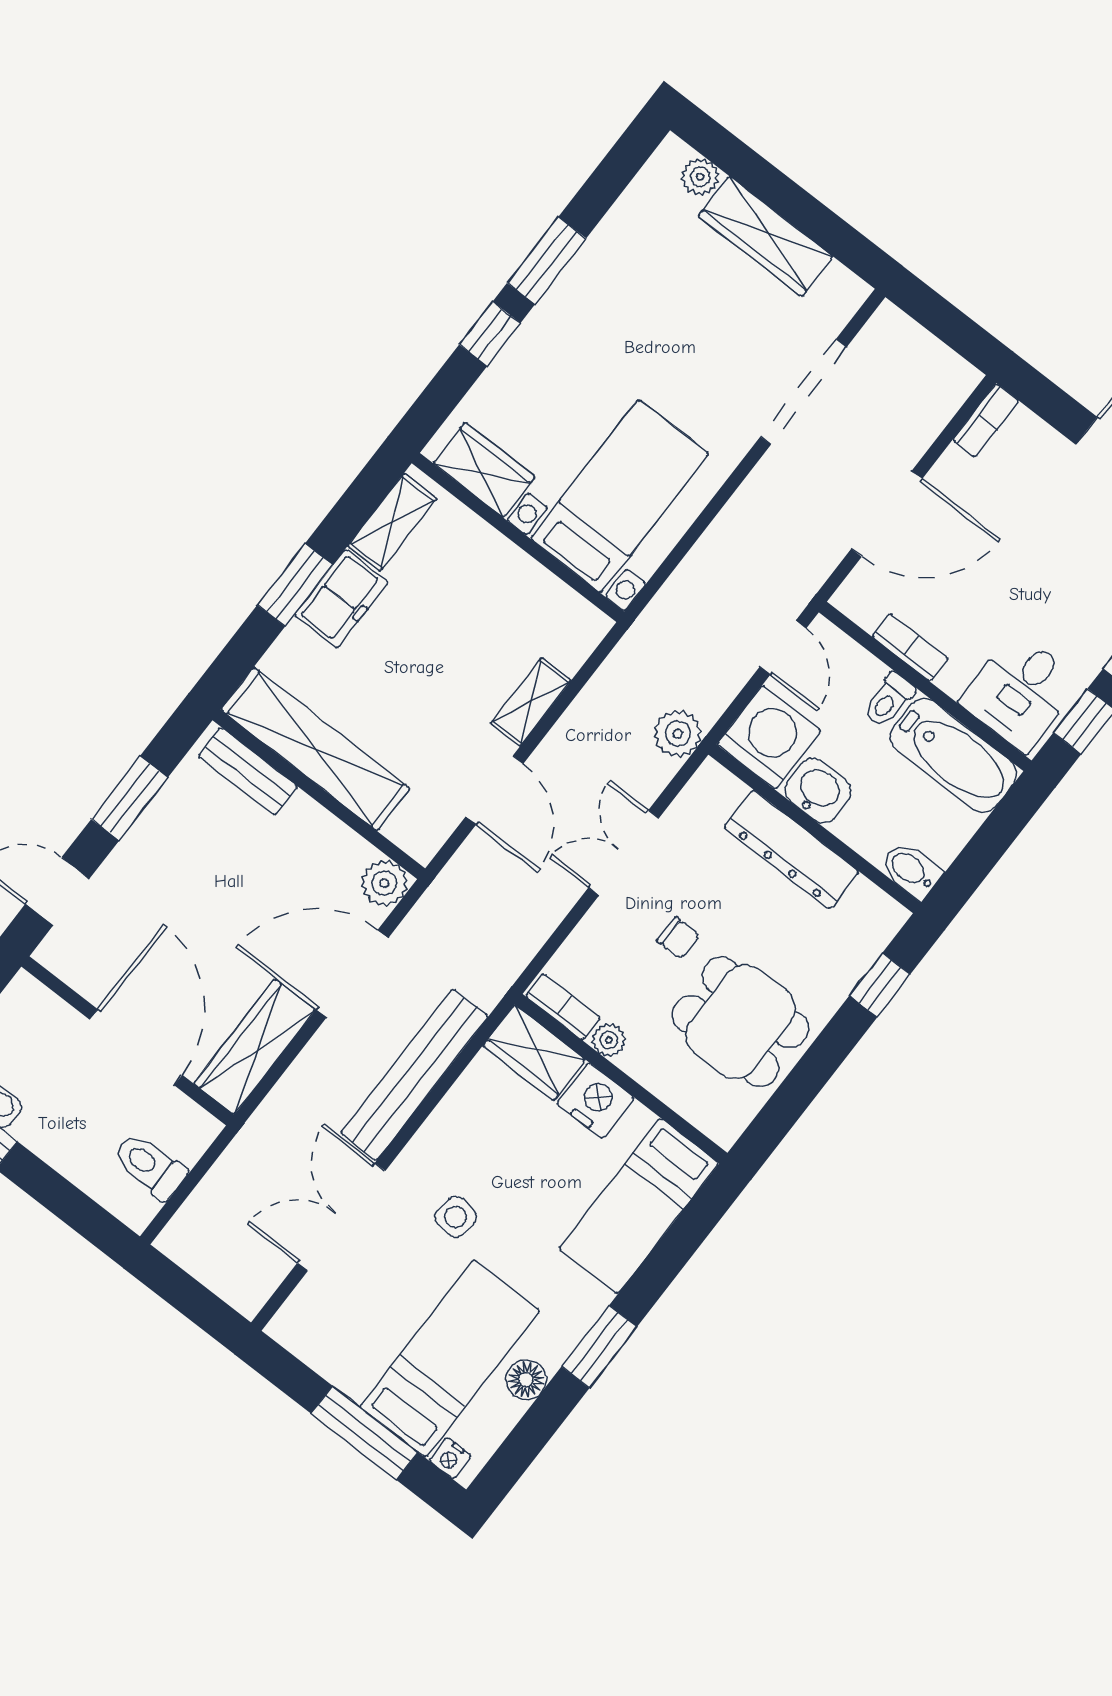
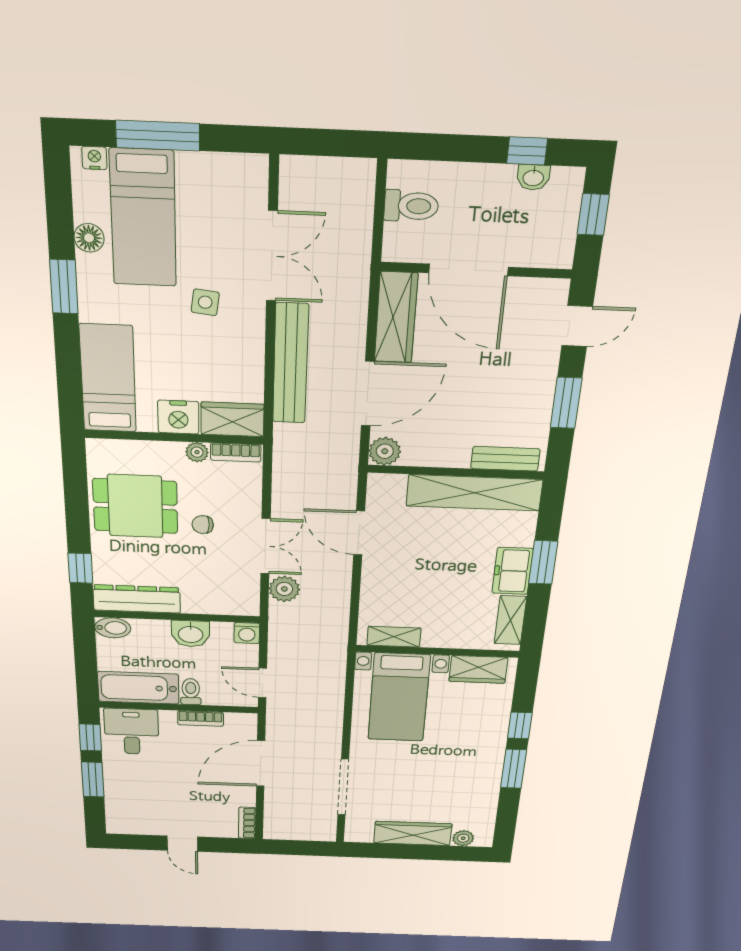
shelving: (531, 702) -> (394, 637), moved, turned 90
plant: (678, 733) -> (284, 589), moved
washing machine: (769, 737) -> (247, 633), width x0.53, depth x0.53
dresser: (792, 849) -> (137, 599), moved

